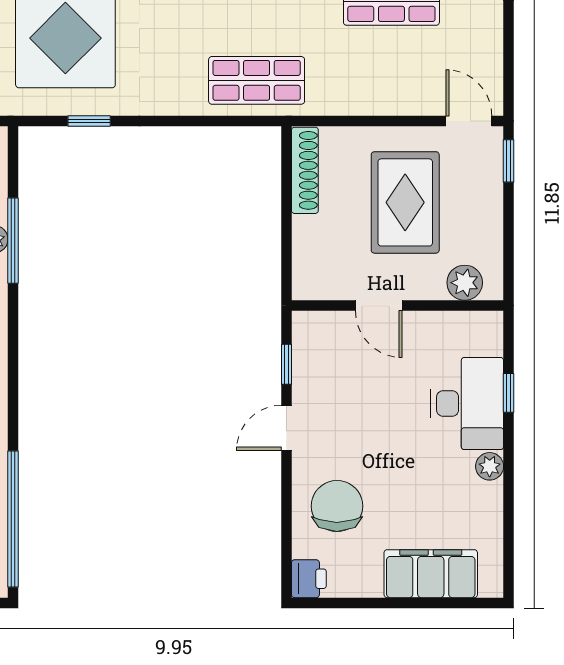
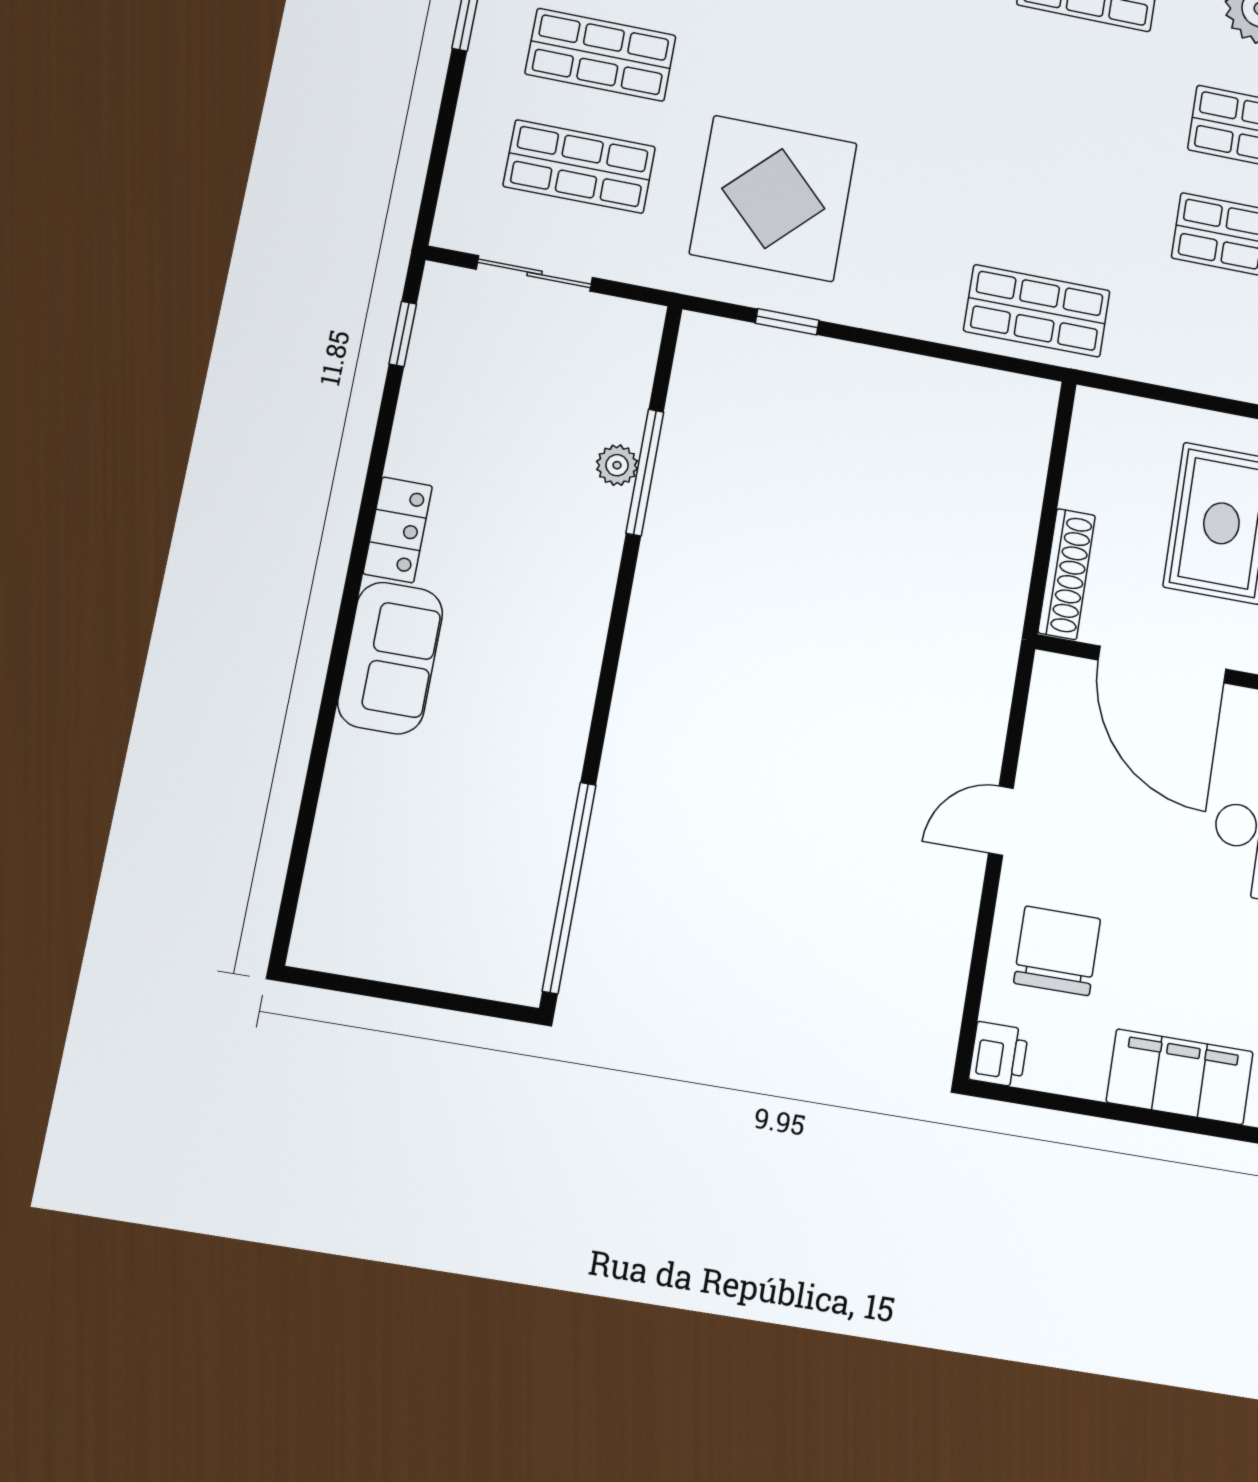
shoe rack: (305, 170) -> (1067, 574), moved
door: (379, 306) -> (1162, 665), width x1.87
window: (286, 364) -> (1016, 726), removed

